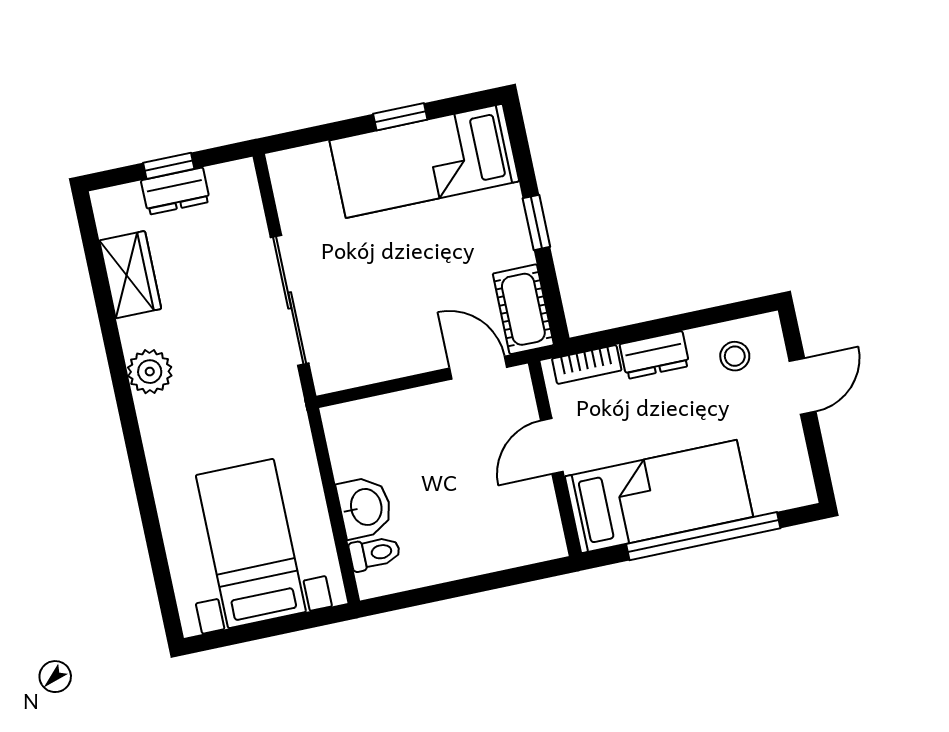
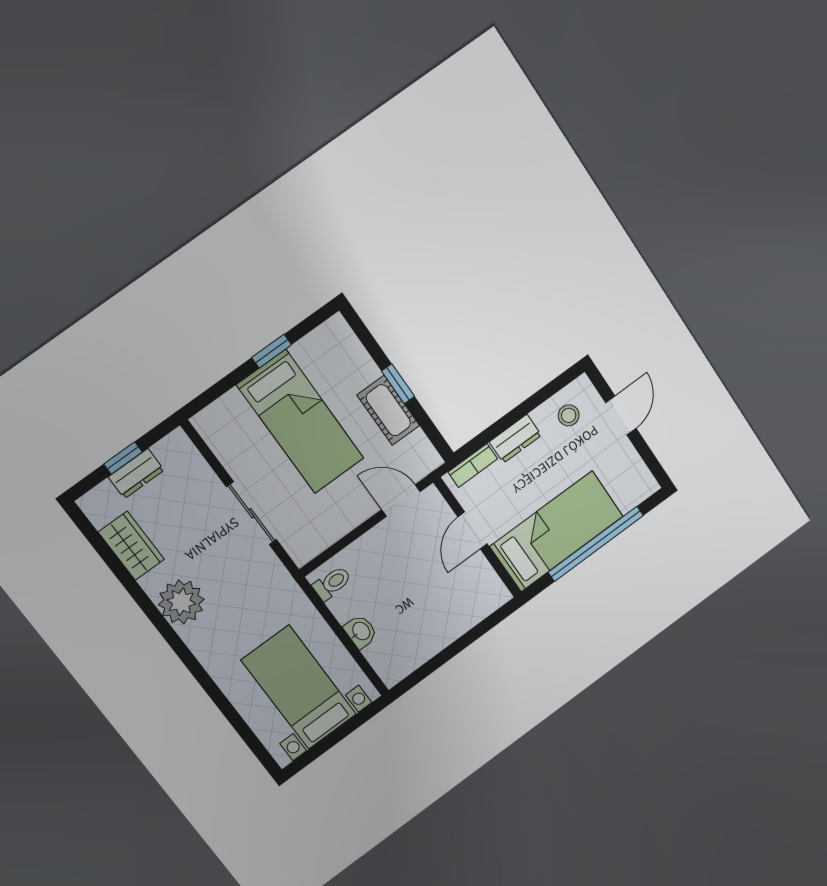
bed: (424, 161) -> (301, 422), moved, turned -90
sliding door: (290, 300) -> (252, 513), width x0.73
cot: (523, 309) -> (388, 410), moved
plant: (150, 372) -> (181, 602), width x1.36, depth x1.36
washbasin: (365, 507) -> (361, 631), width x0.72, depth x0.69
toilet: (375, 553) -> (332, 583), moved

